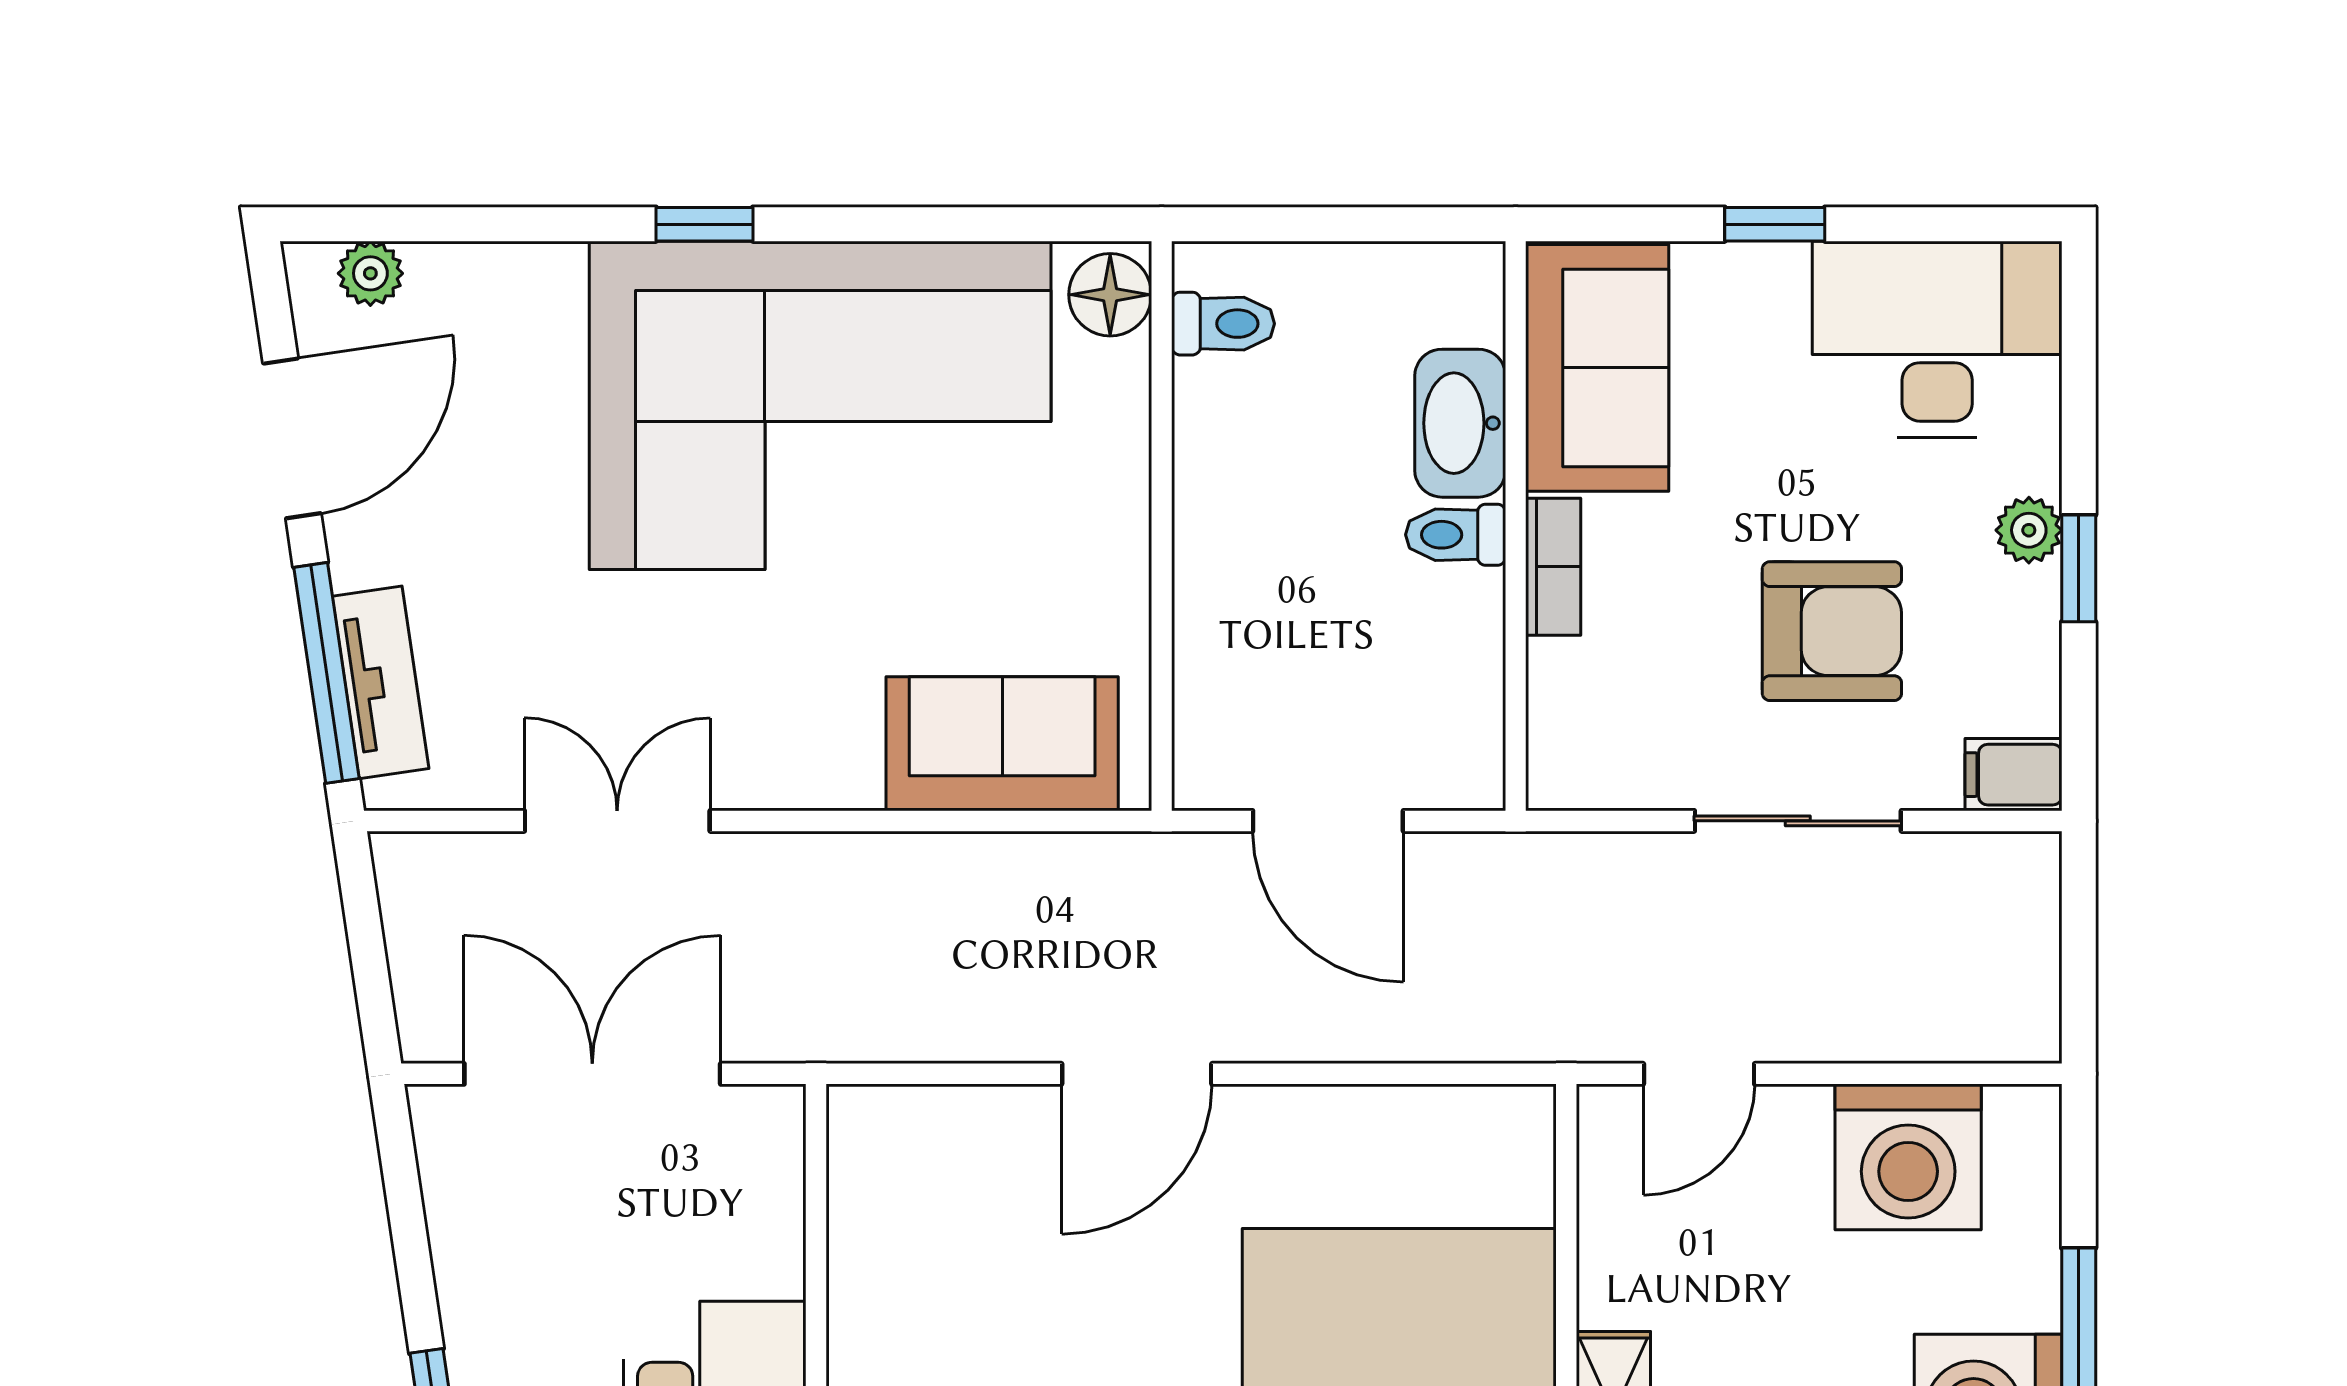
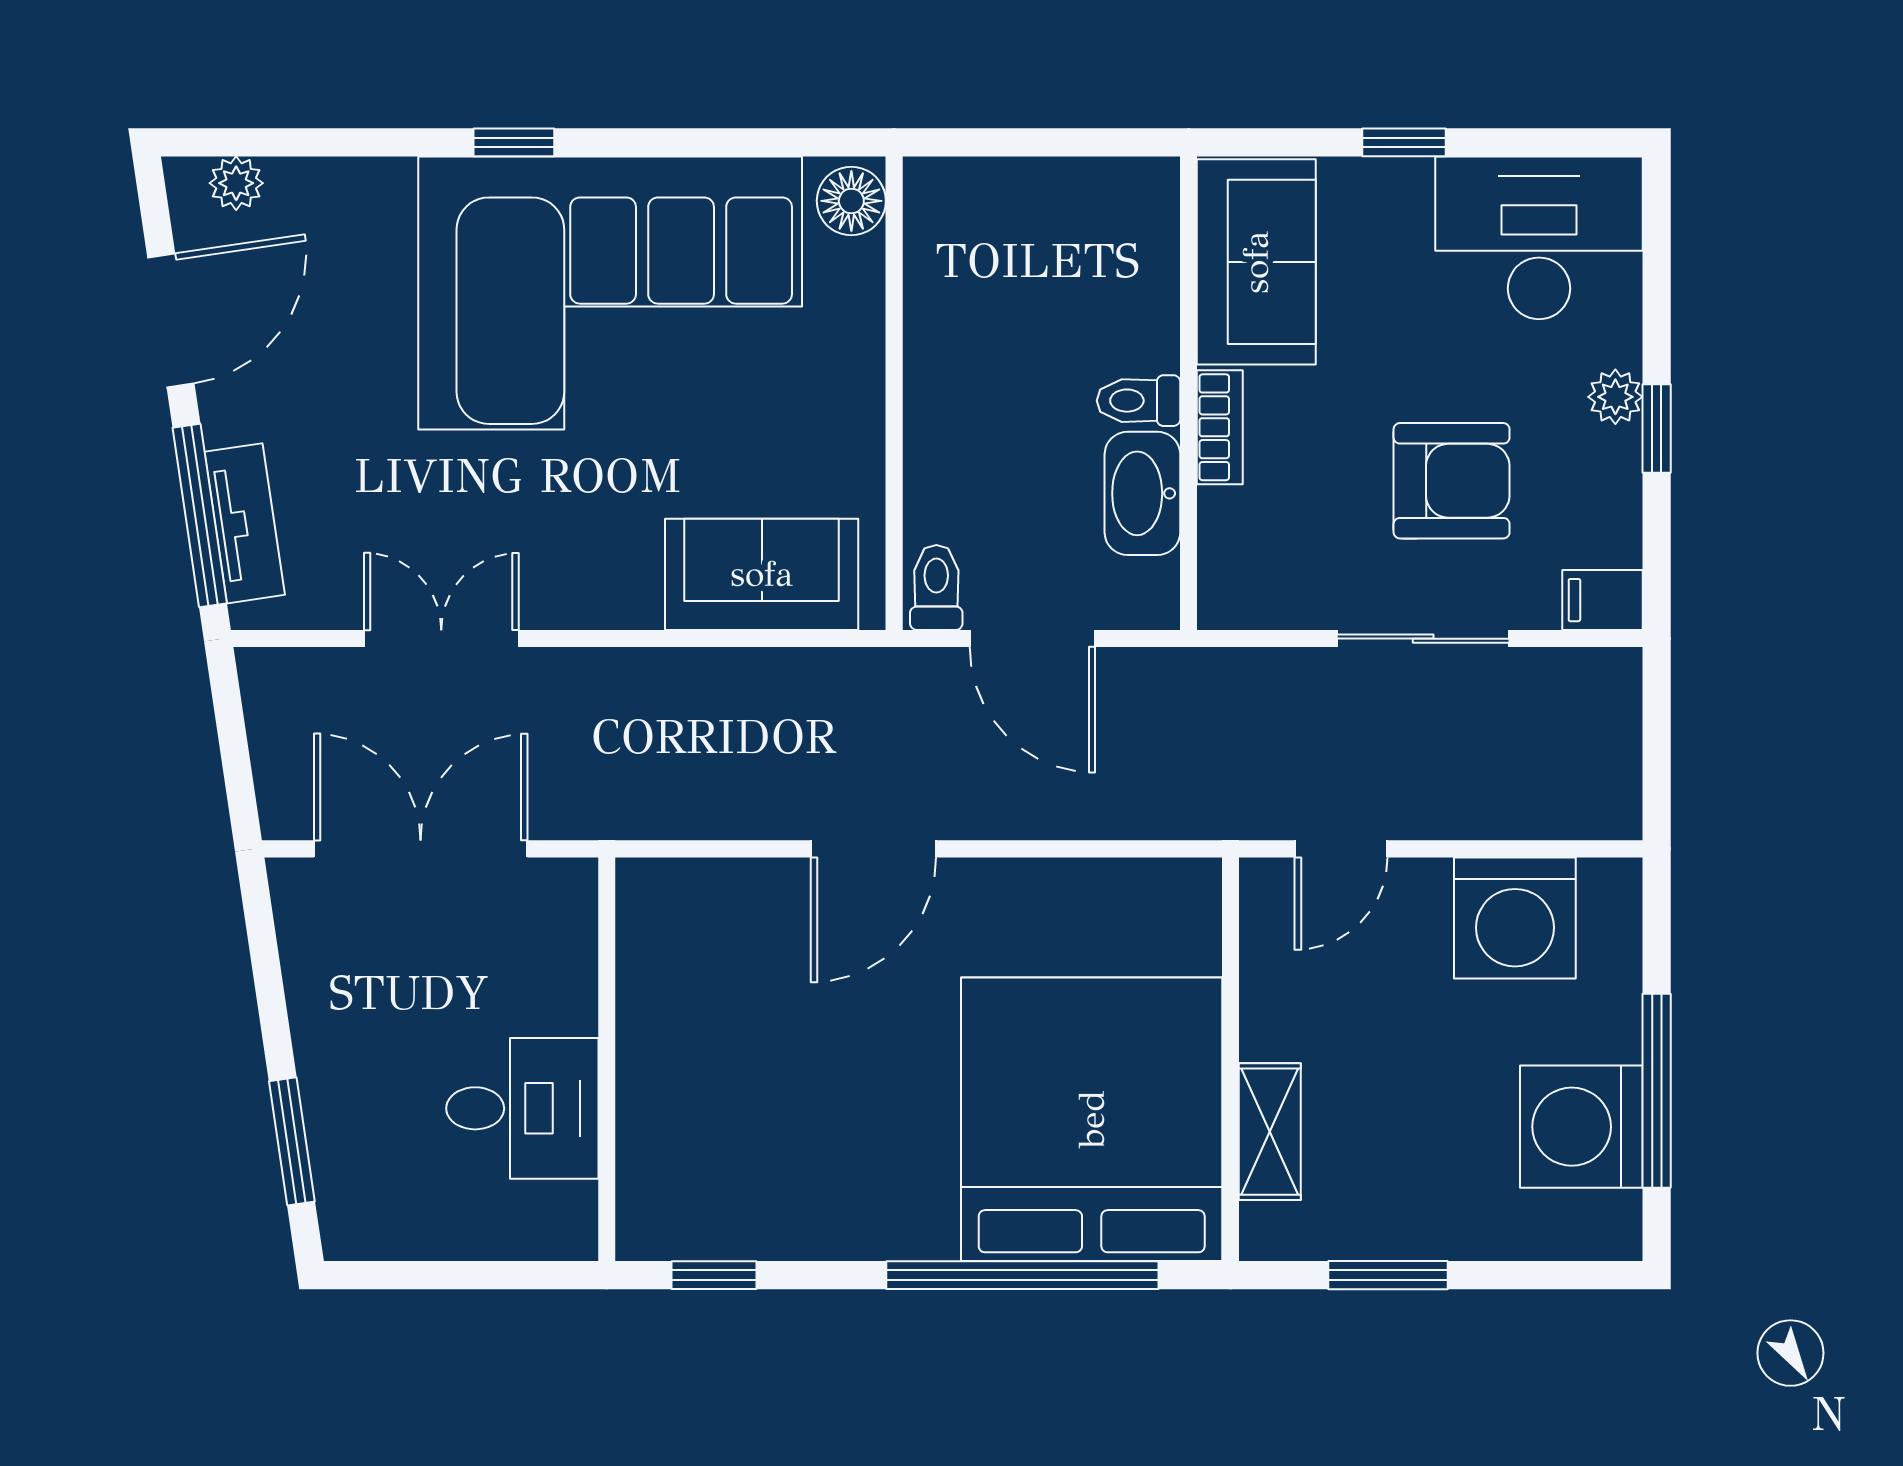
toilet: (1223, 324) -> (936, 587), moved, turned -90
washbasin: (1460, 423) -> (1142, 493), moved

